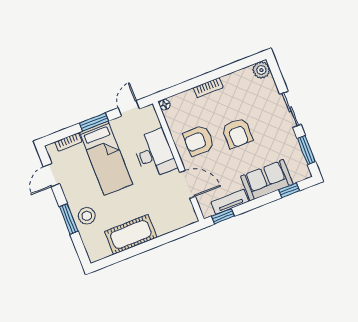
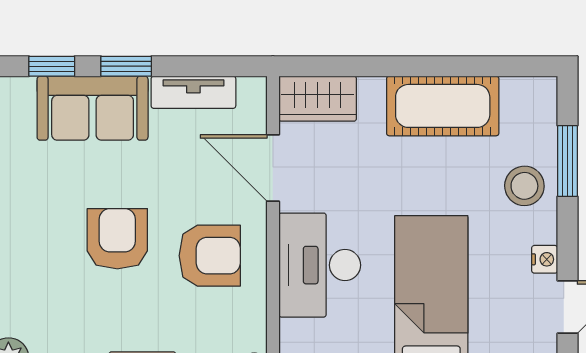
nightstand: (68, 190) -> (545, 259), added
window: (223, 216) -> (126, 66), moved
wardrobe: (181, 218) -> (318, 99), added
window: (69, 219) -> (568, 161), moved

